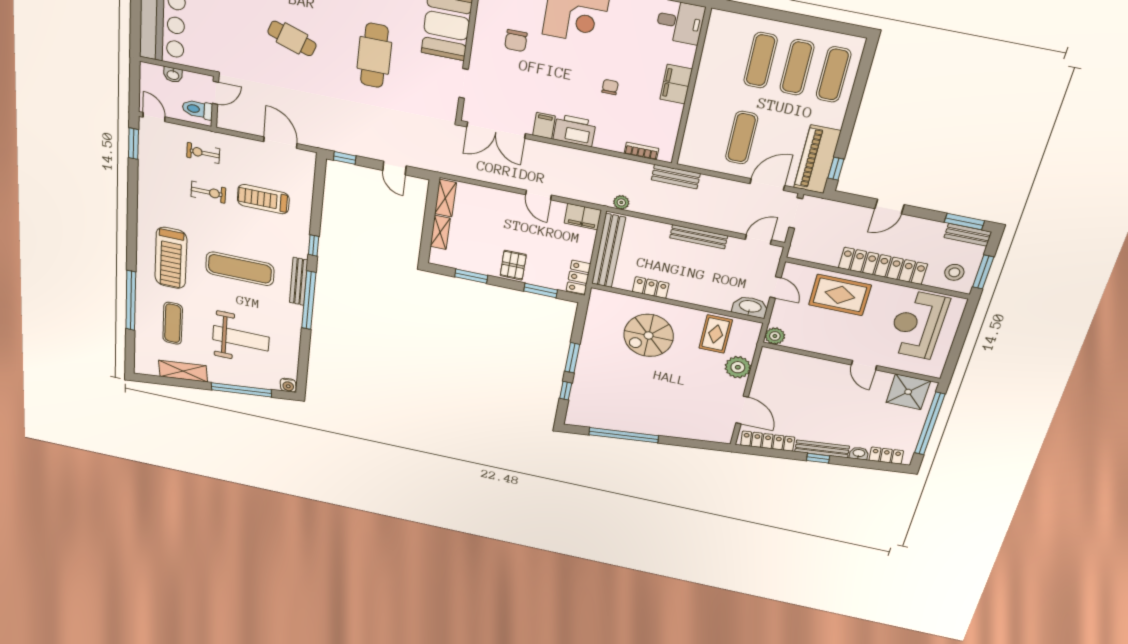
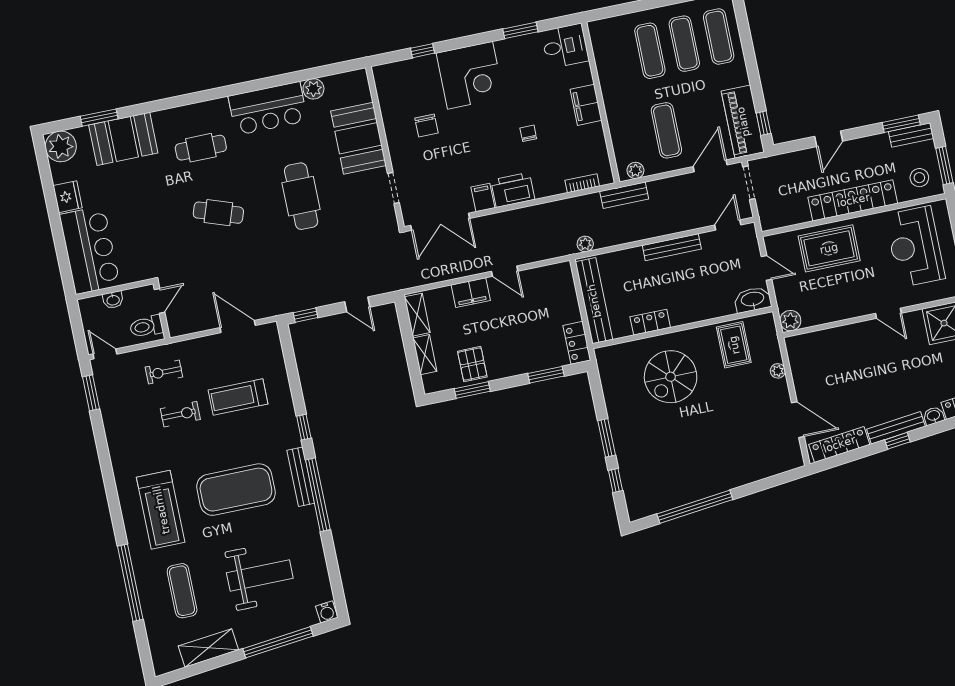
plant: (696, 160) -> (635, 170), added
filing cabinet: (583, 217) -> (471, 293), moved
pallet: (513, 265) -> (472, 364), moved
exercise mat: (240, 269) -> (236, 490), width x1.47
plant: (738, 367) -> (778, 371), width x0.53, depth x0.53

